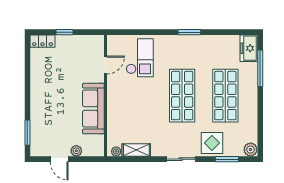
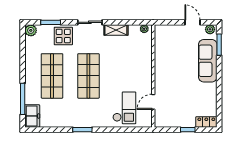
checkout: (140, 58) -> (124, 108), turned 180
sofa: (93, 109) -> (208, 61), moved, turned 180
shelving: (136, 150) -> (116, 30), moved
plant: (76, 151) -> (210, 29), moved

